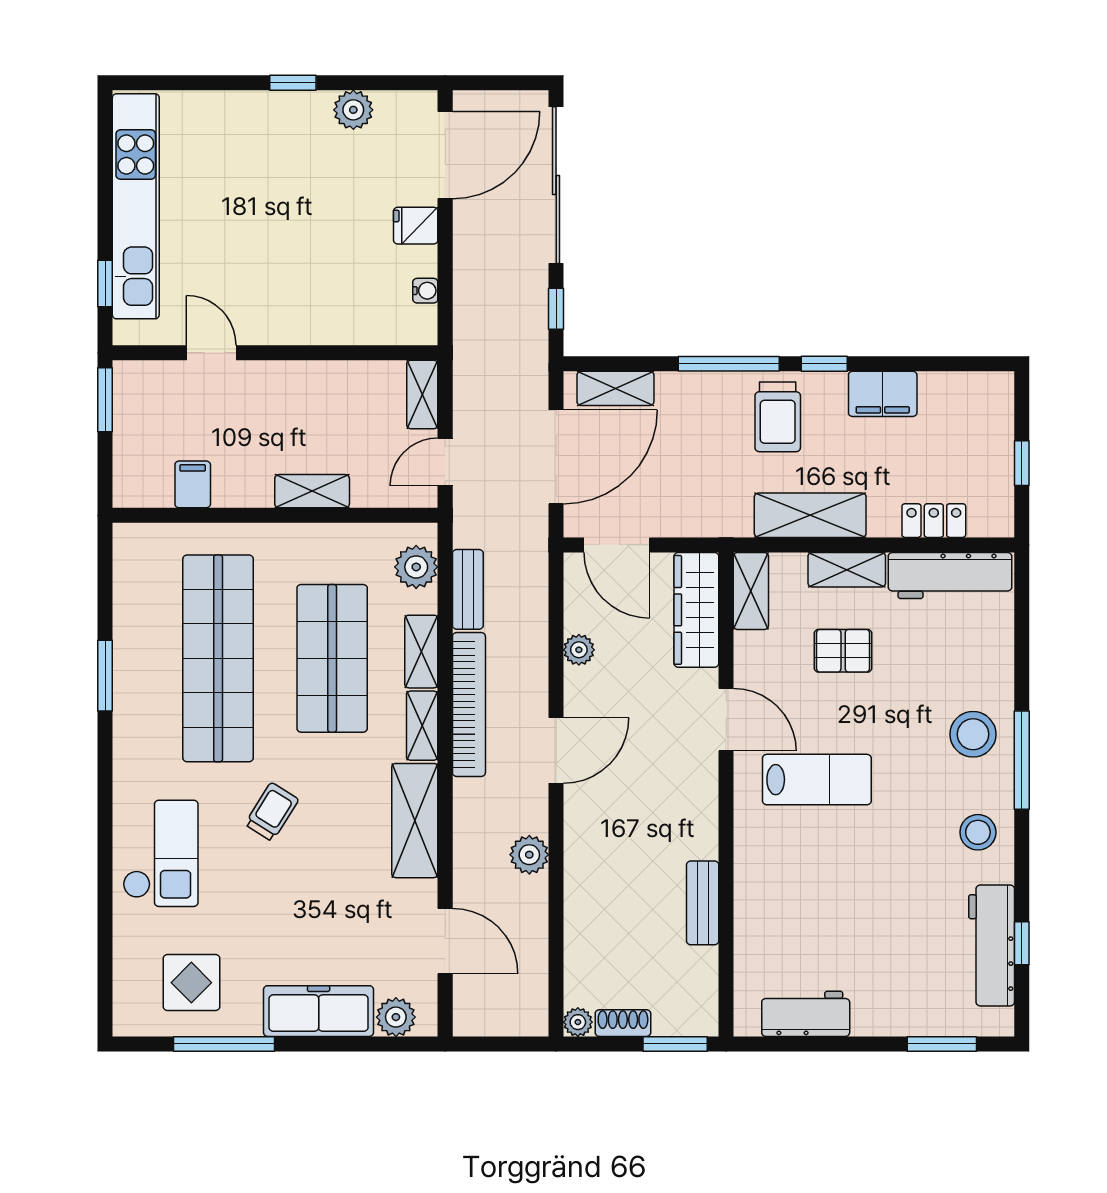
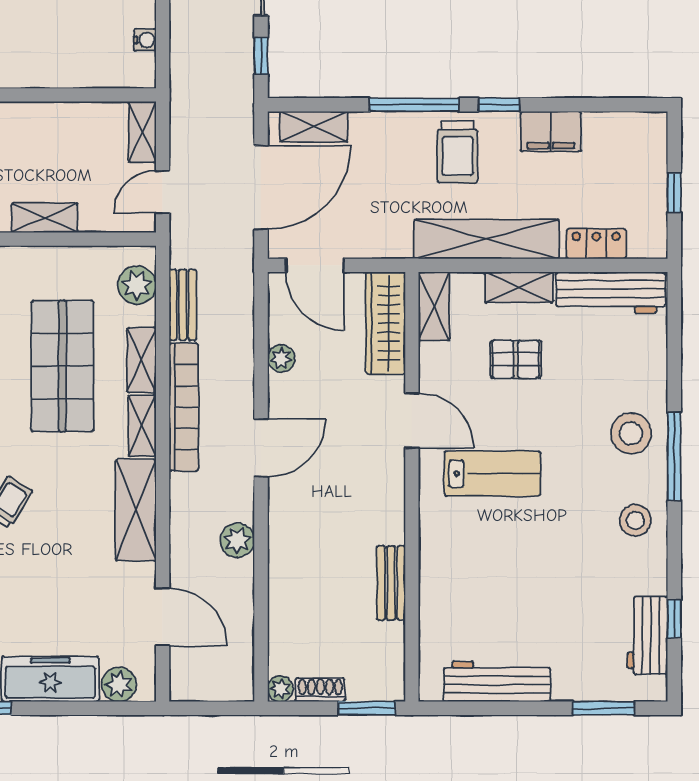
shelving: (810, 515) -> (487, 239), width x1.47
workbench: (992, 945) -> (648, 635), width x0.73
workbench: (806, 1014) -> (497, 682), width x1.38

